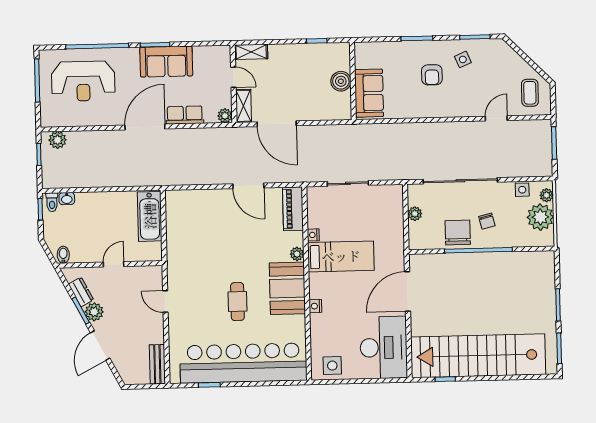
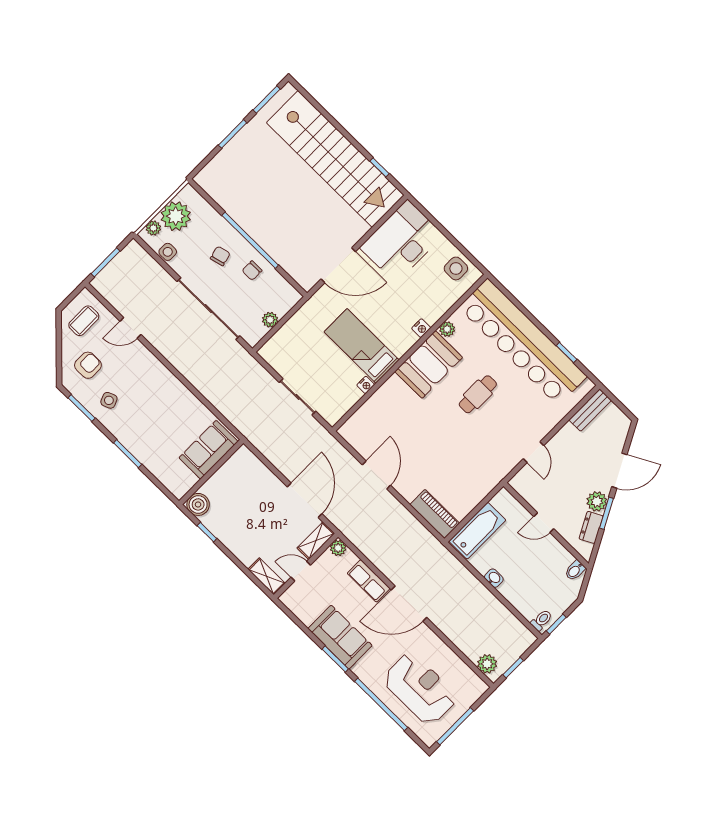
armchair: (432, 75) -> (88, 365), moved
door: (233, 77) -> (301, 571), hinge flipped
boiler: (341, 81) -> (198, 504), moved
washbasin: (67, 199) -> (494, 578), moved
piano: (293, 209) -> (435, 514), moved, turned -90
chair: (458, 233) -> (252, 271), width x0.54, depth x0.54
plant: (297, 254) -> (447, 329), moved

